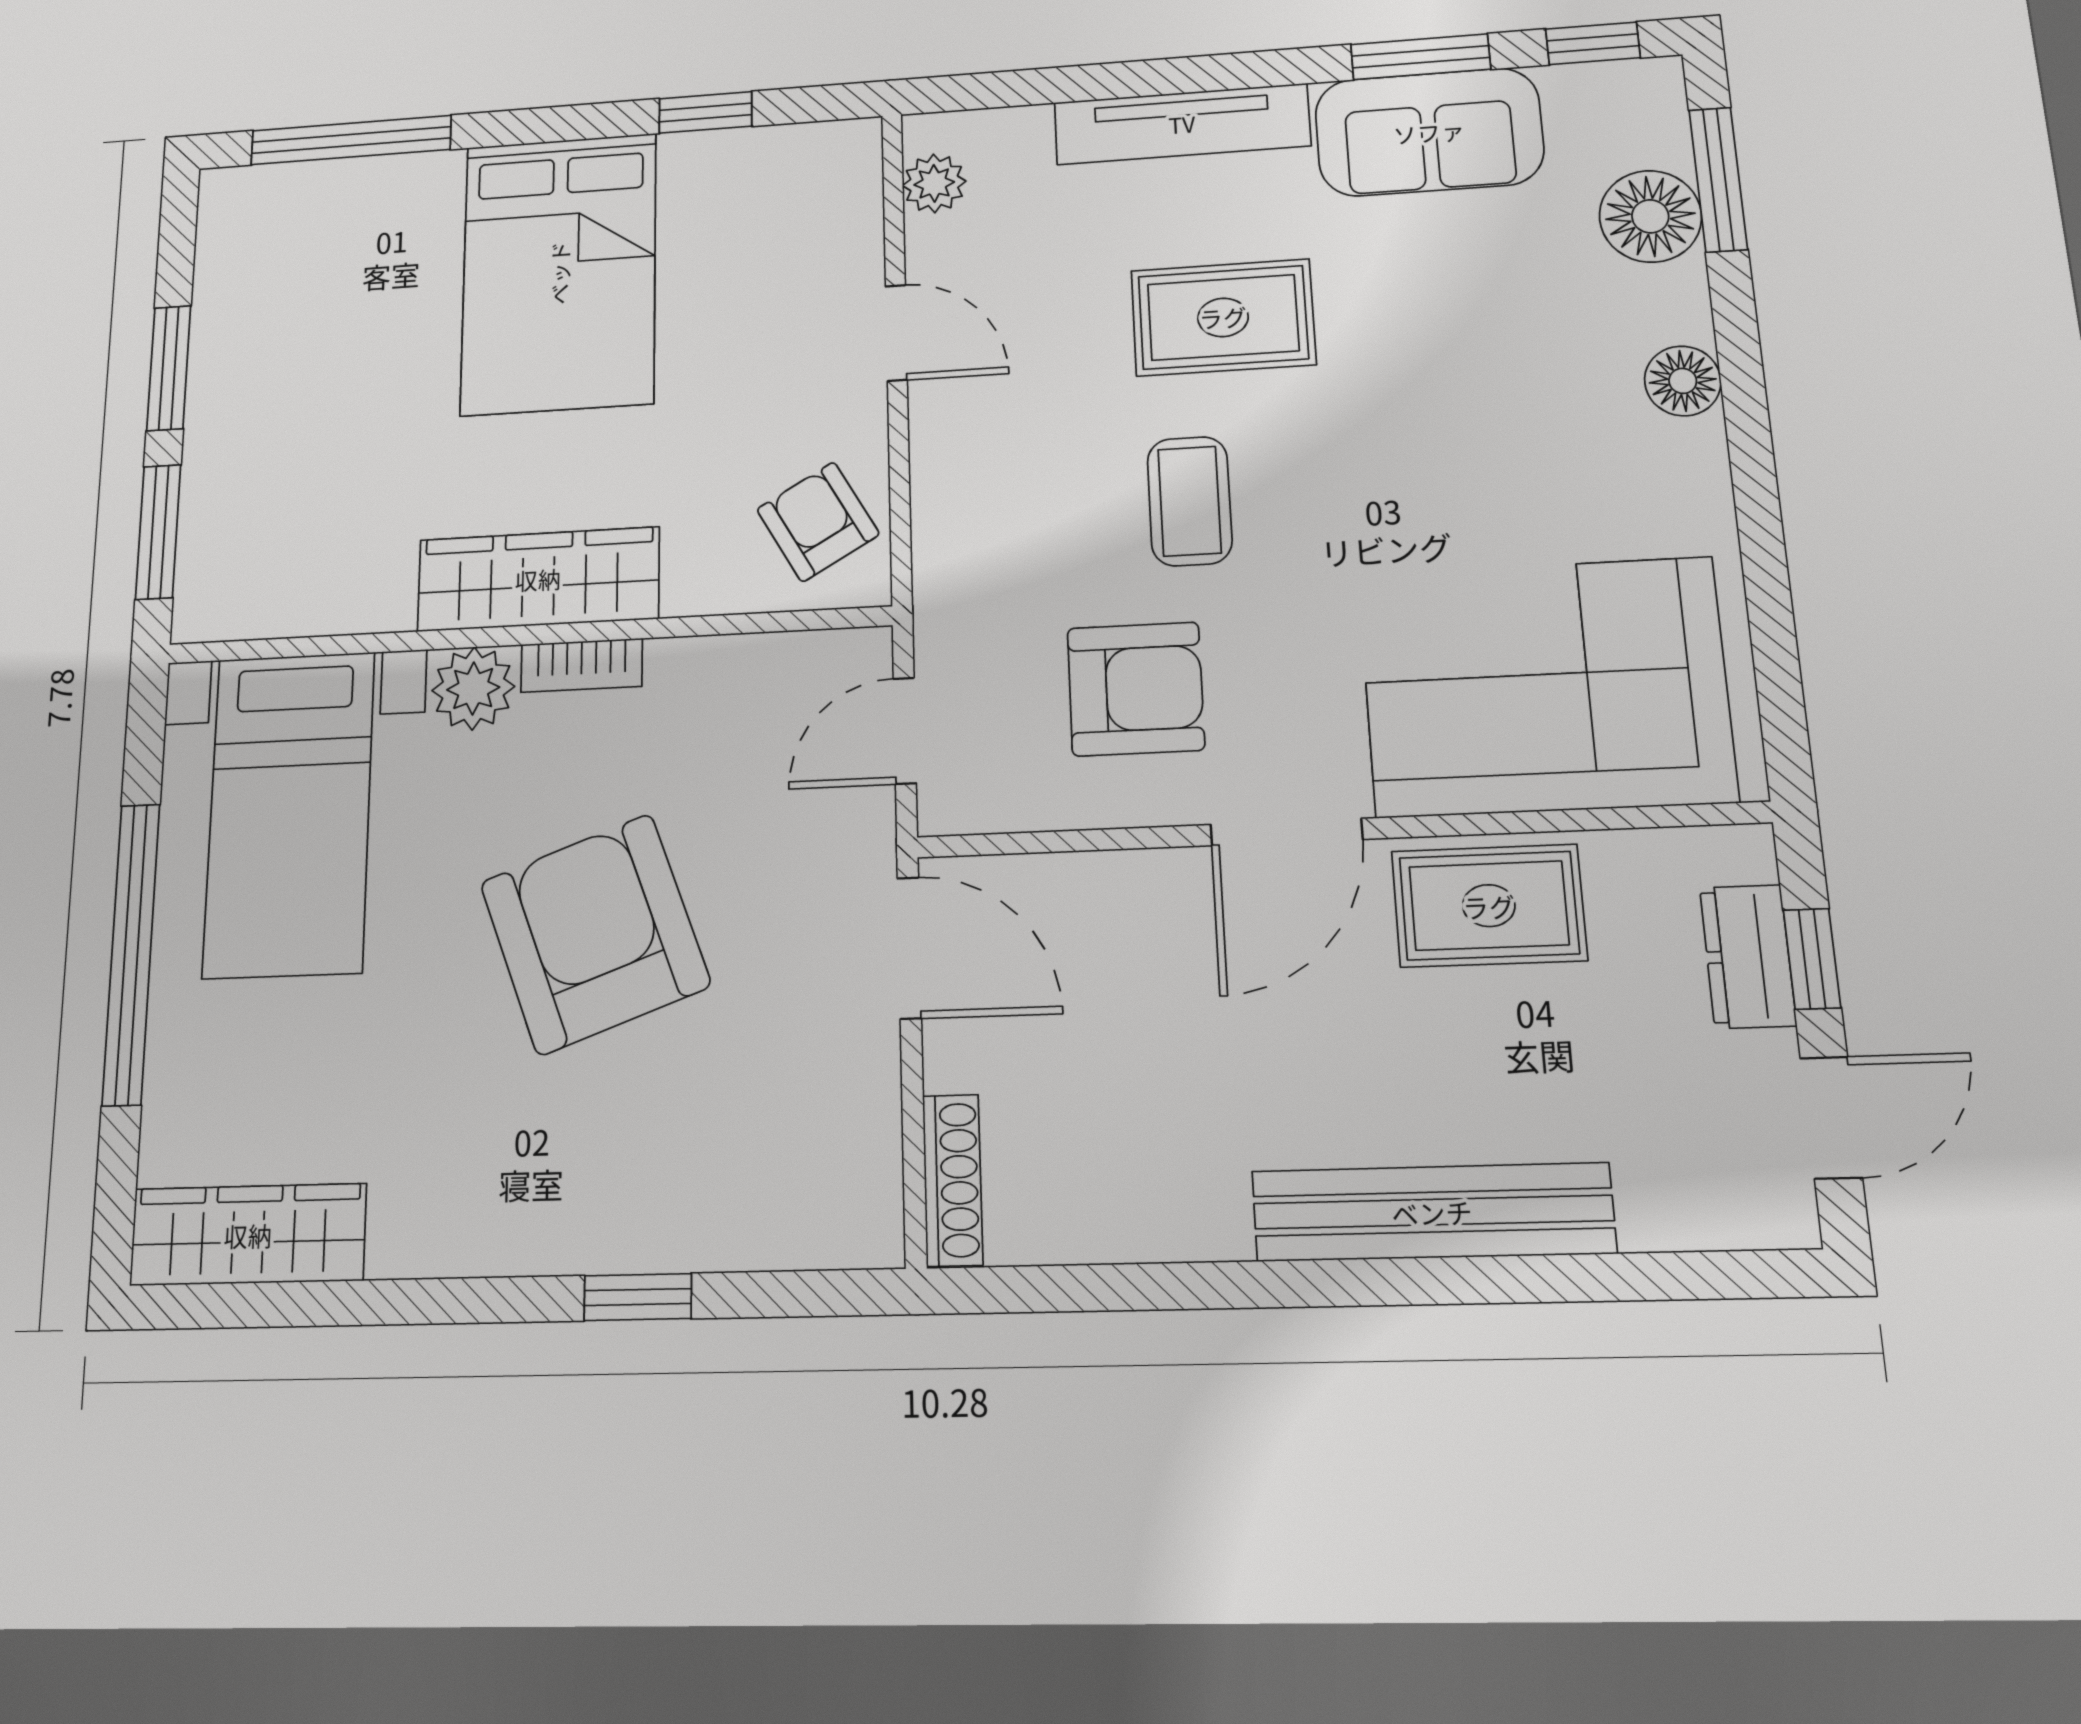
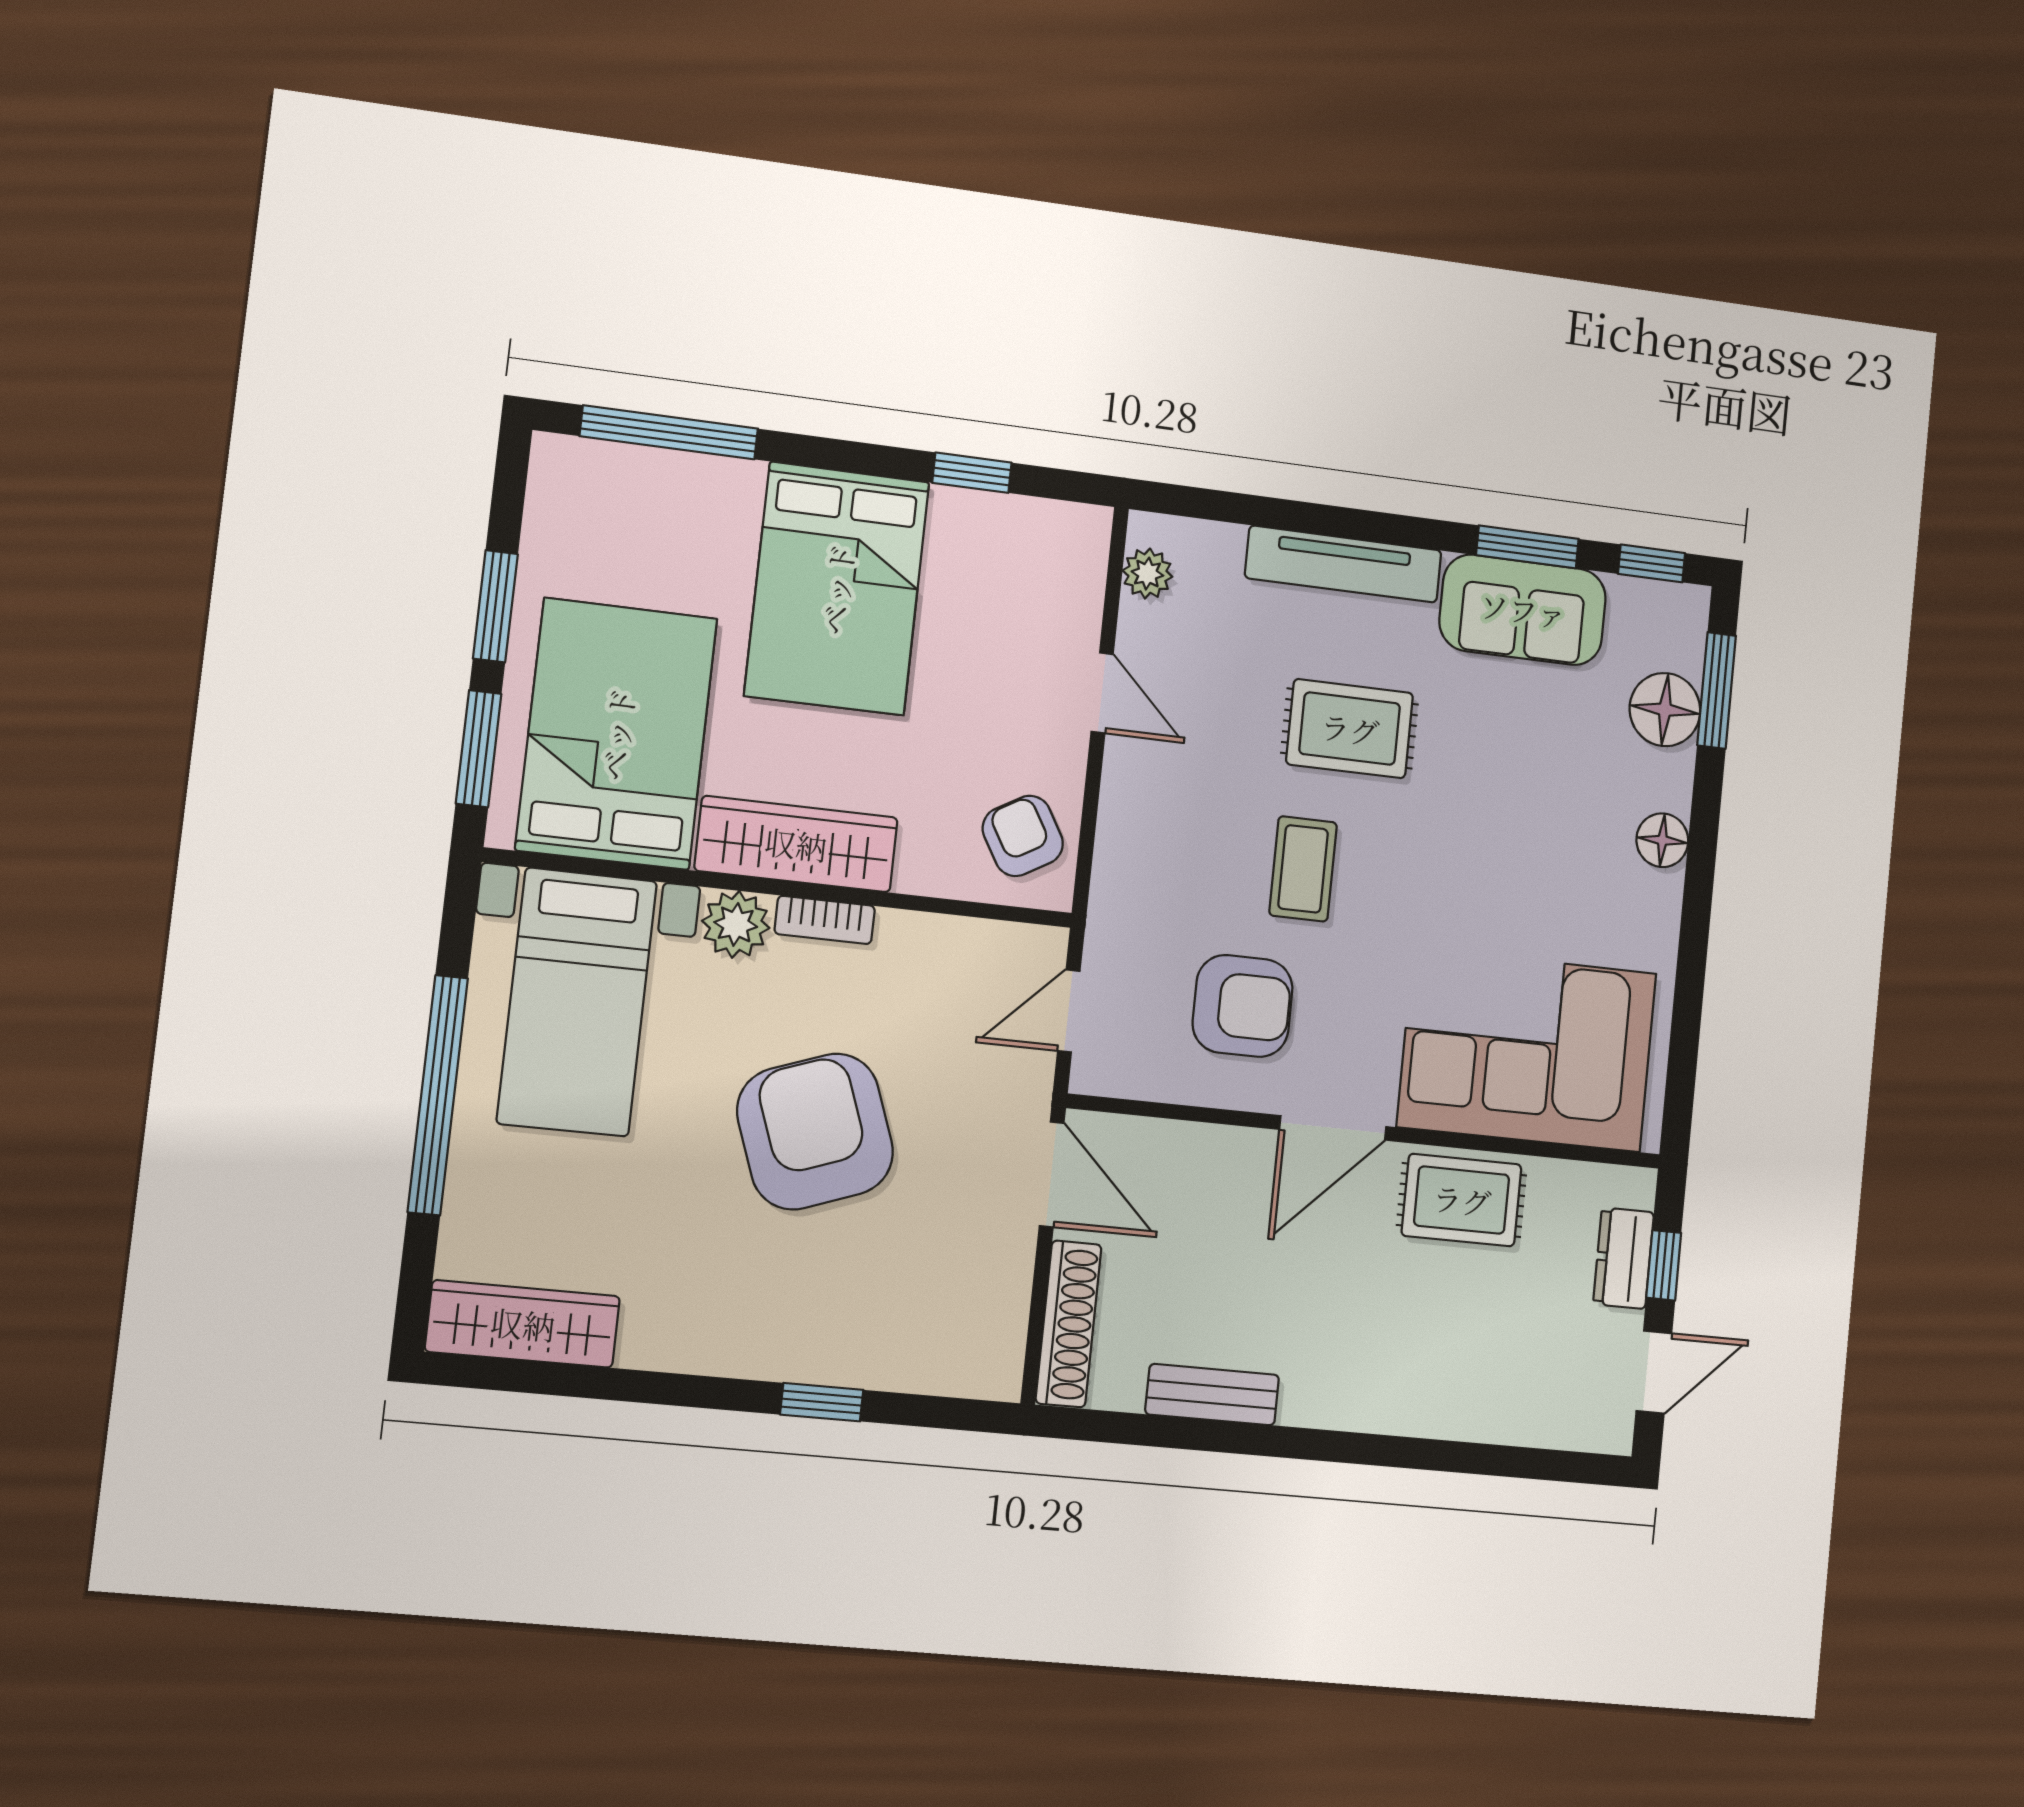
bed: (315, 487) -> (617, 734), added
shoe rack: (953, 1180) -> (1069, 1324), width x1.36, depth x1.24
bench: (1432, 1212) -> (1212, 1395), moved, width x0.54, depth x0.82

